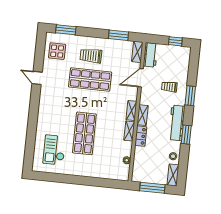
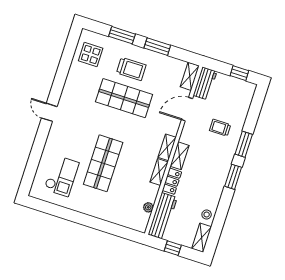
window: (66, 30) -> (122, 35), moved
window: (119, 35) -> (157, 47), moved
trolley: (91, 56) -> (131, 69), turned 180
door: (37, 78) -> (49, 112), moved
workbench: (177, 123) -> (163, 216), moved, turned 180
window: (186, 135) -> (233, 177), moved
checkout: (54, 150) -> (62, 176), turned 180
window: (152, 188) -> (173, 248), width x0.46

